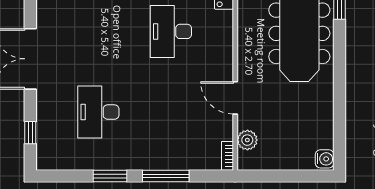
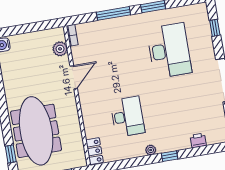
door: (235, 98) -> (74, 77), hinge flipped
desk: (98, 112) -> (169, 51), width x1.36, depth x1.30

